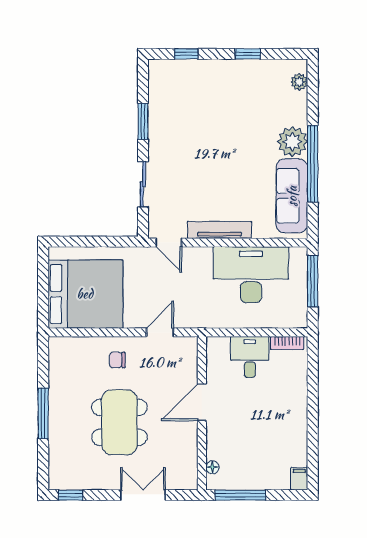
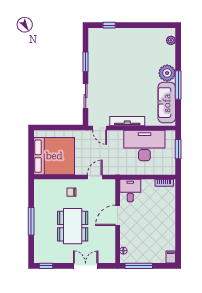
window: (248, 54) -> (143, 25), removed
window: (313, 164) -> (178, 85), width x0.68
window: (313, 281) -> (178, 149), width x0.69
desk: (250, 357) -> (130, 191), moved

